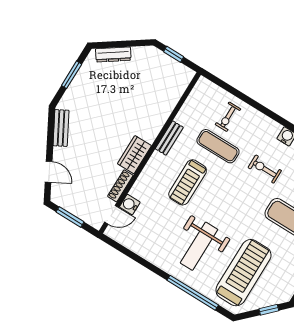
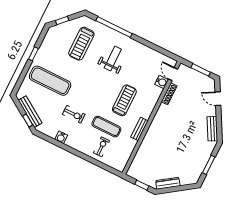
dresser: (113, 54) -> (168, 183), moved
wardrobe: (134, 155) -> (162, 116), removed
door: (112, 215) -> (173, 74), hinge flipped
weight bench: (199, 246) -> (113, 59), width x0.73, depth x0.75
treadmill: (243, 273) -> (81, 44), width x0.73, depth x0.73

